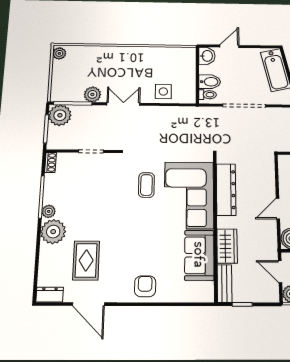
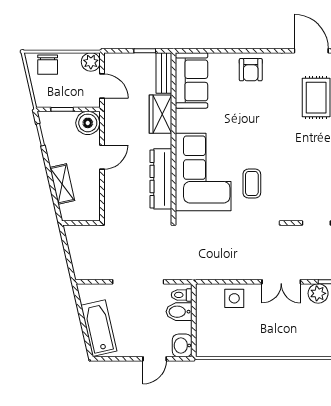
sofa: (199, 255) -> (191, 80), moved

